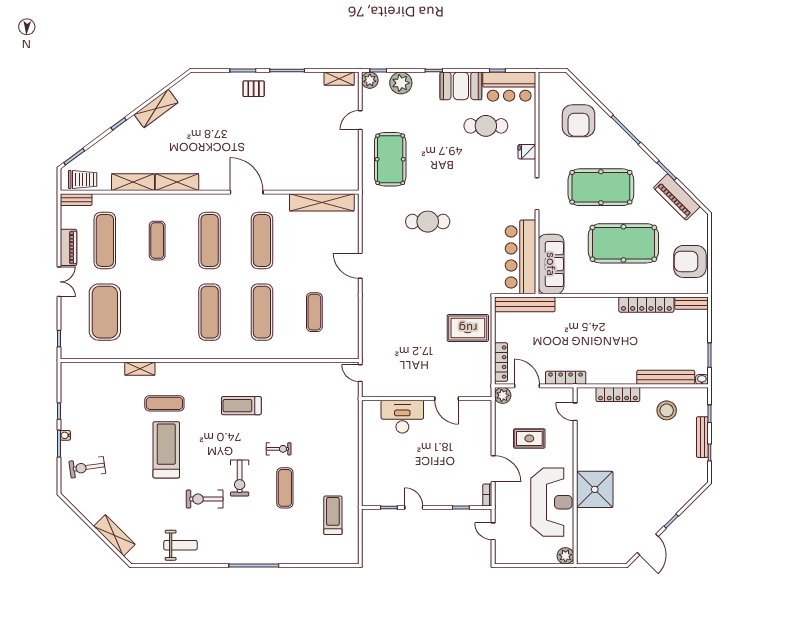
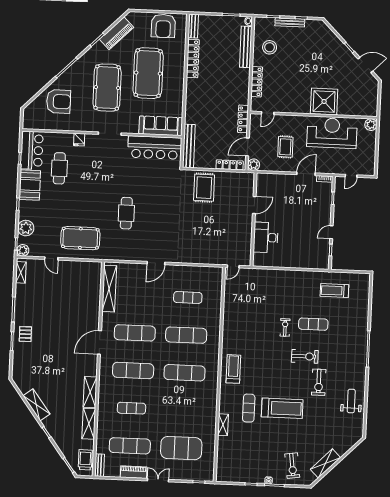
treadmill: (241, 406) -> (233, 369), moved, turned 180
treadmill: (166, 450) -> (282, 408), turned 180
shelving: (114, 535) -> (325, 463), moved

